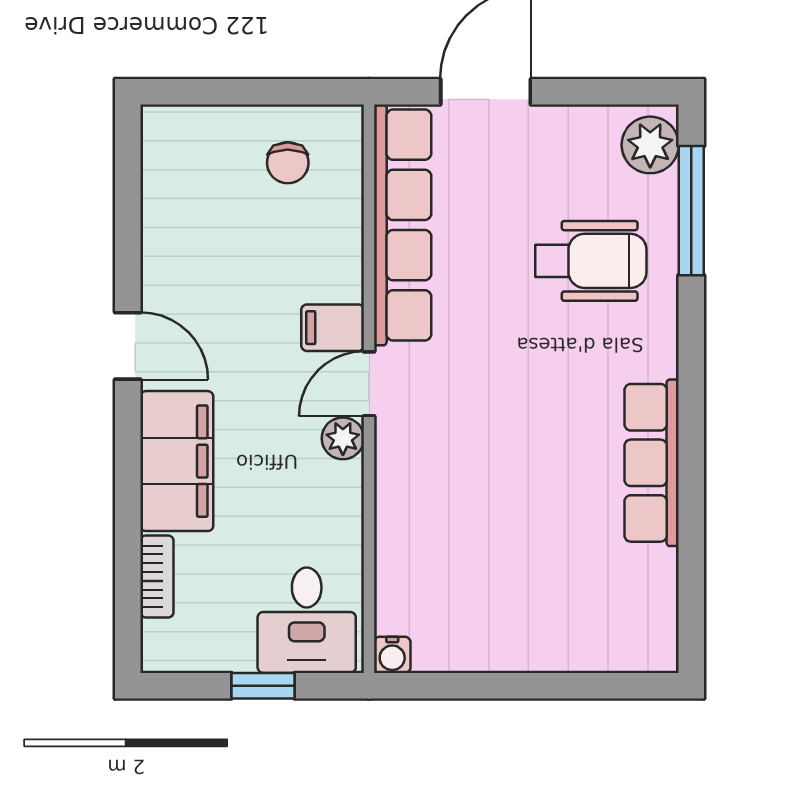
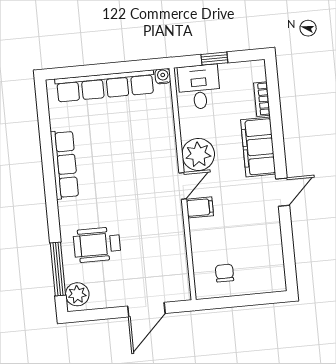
row of seats: (403, 225) -> (105, 86), moved, turned -90
door: (128, 346) -> (283, 192), swing flipped
plant: (343, 438) -> (198, 154), width x1.87, depth x1.87

